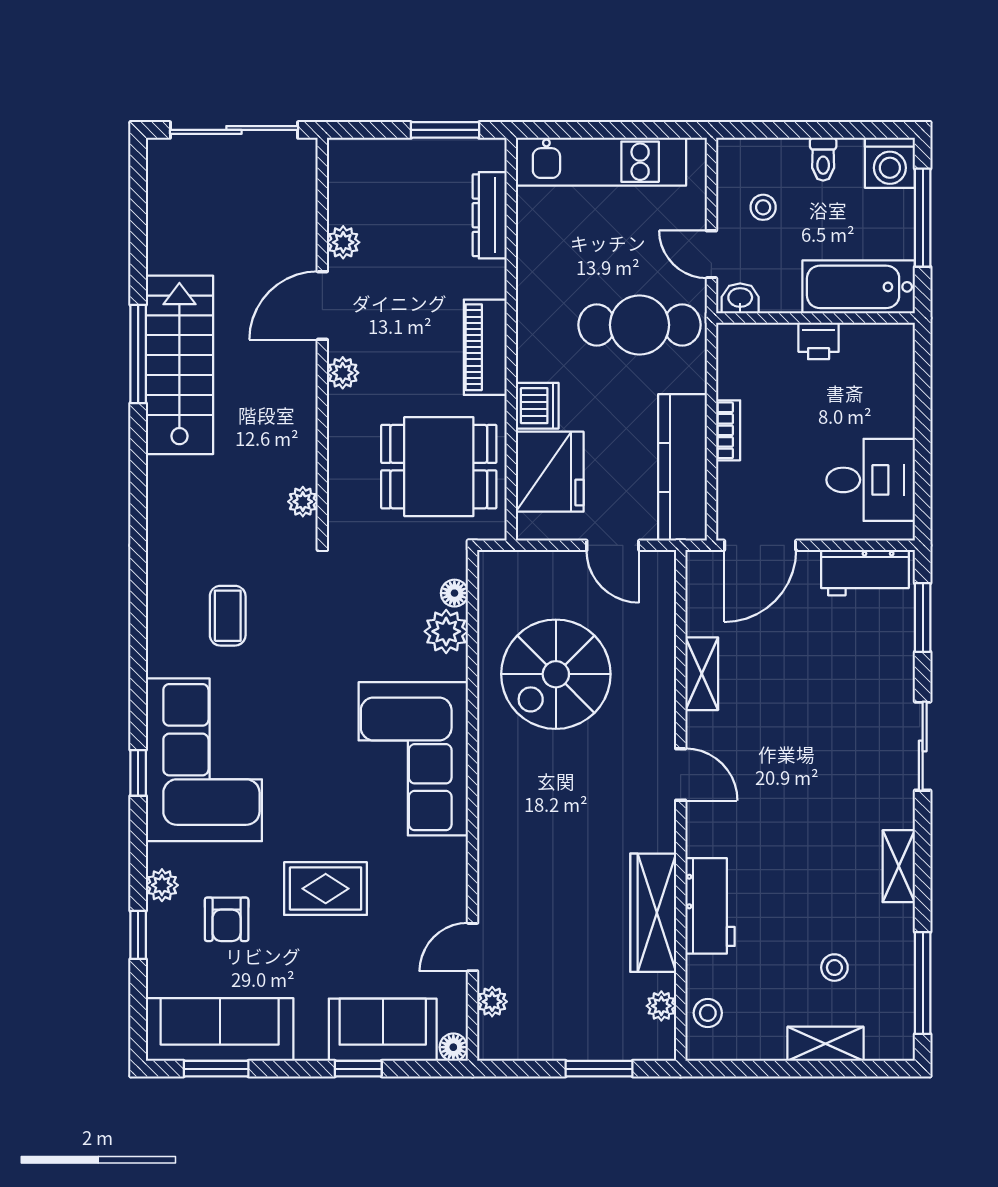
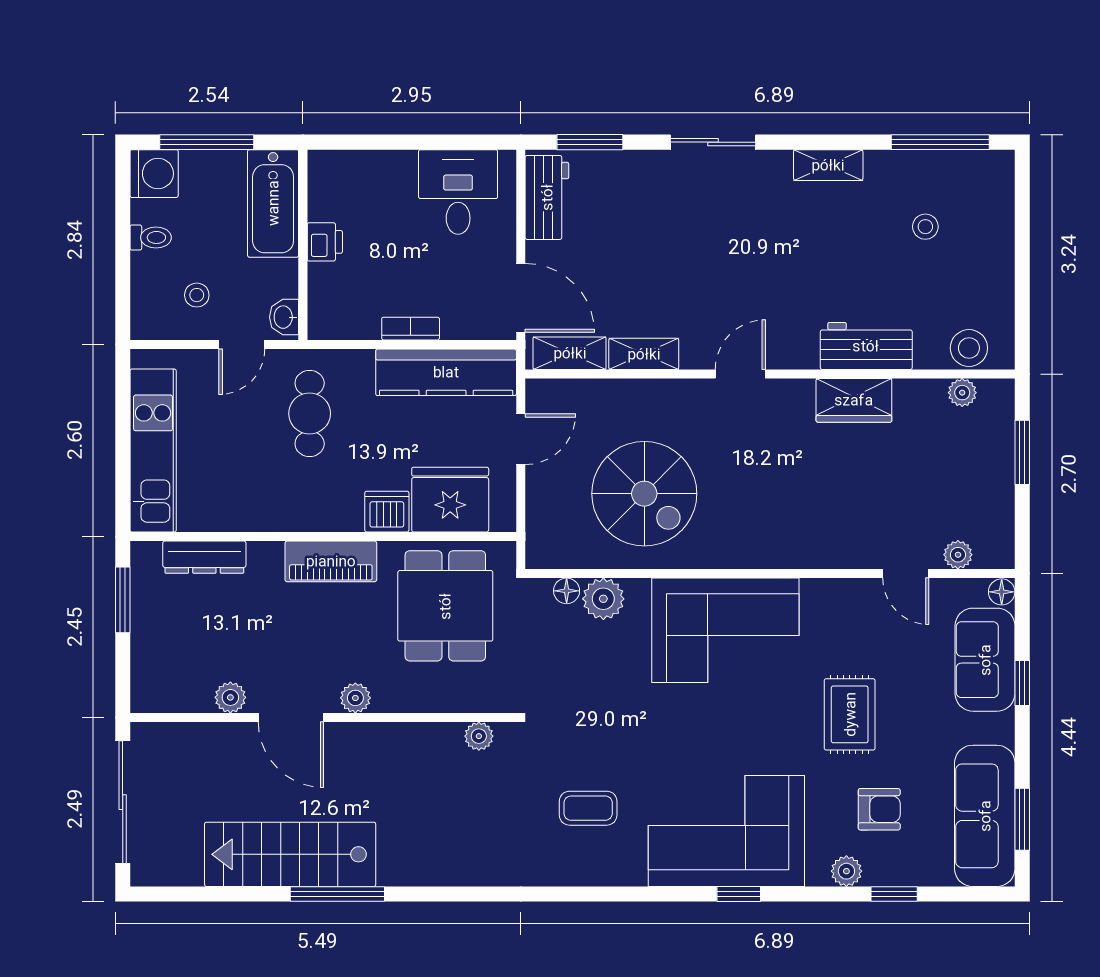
cafe table: (639, 325) -> (310, 413), width x0.73, depth x0.74
stairs: (179, 365) -> (290, 854), moved
wardrobe: (653, 913) -> (854, 400), width x0.67
stool: (708, 1013) -> (969, 348), width x1.37, depth x1.37
shelving: (826, 1044) -> (570, 353), moved, turned 90

